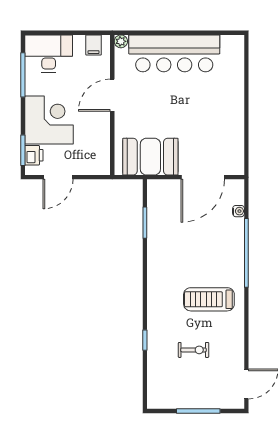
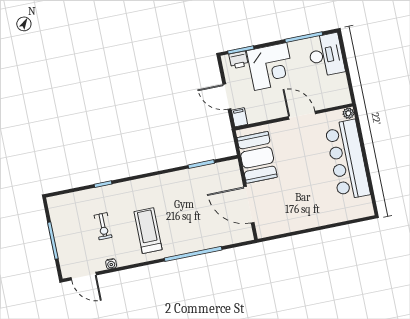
filing cabinet: (94, 45) -> (240, 117), moved, turned 90
door: (58, 177) -> (227, 97), moved
water cooler: (239, 211) -> (111, 264), moved

